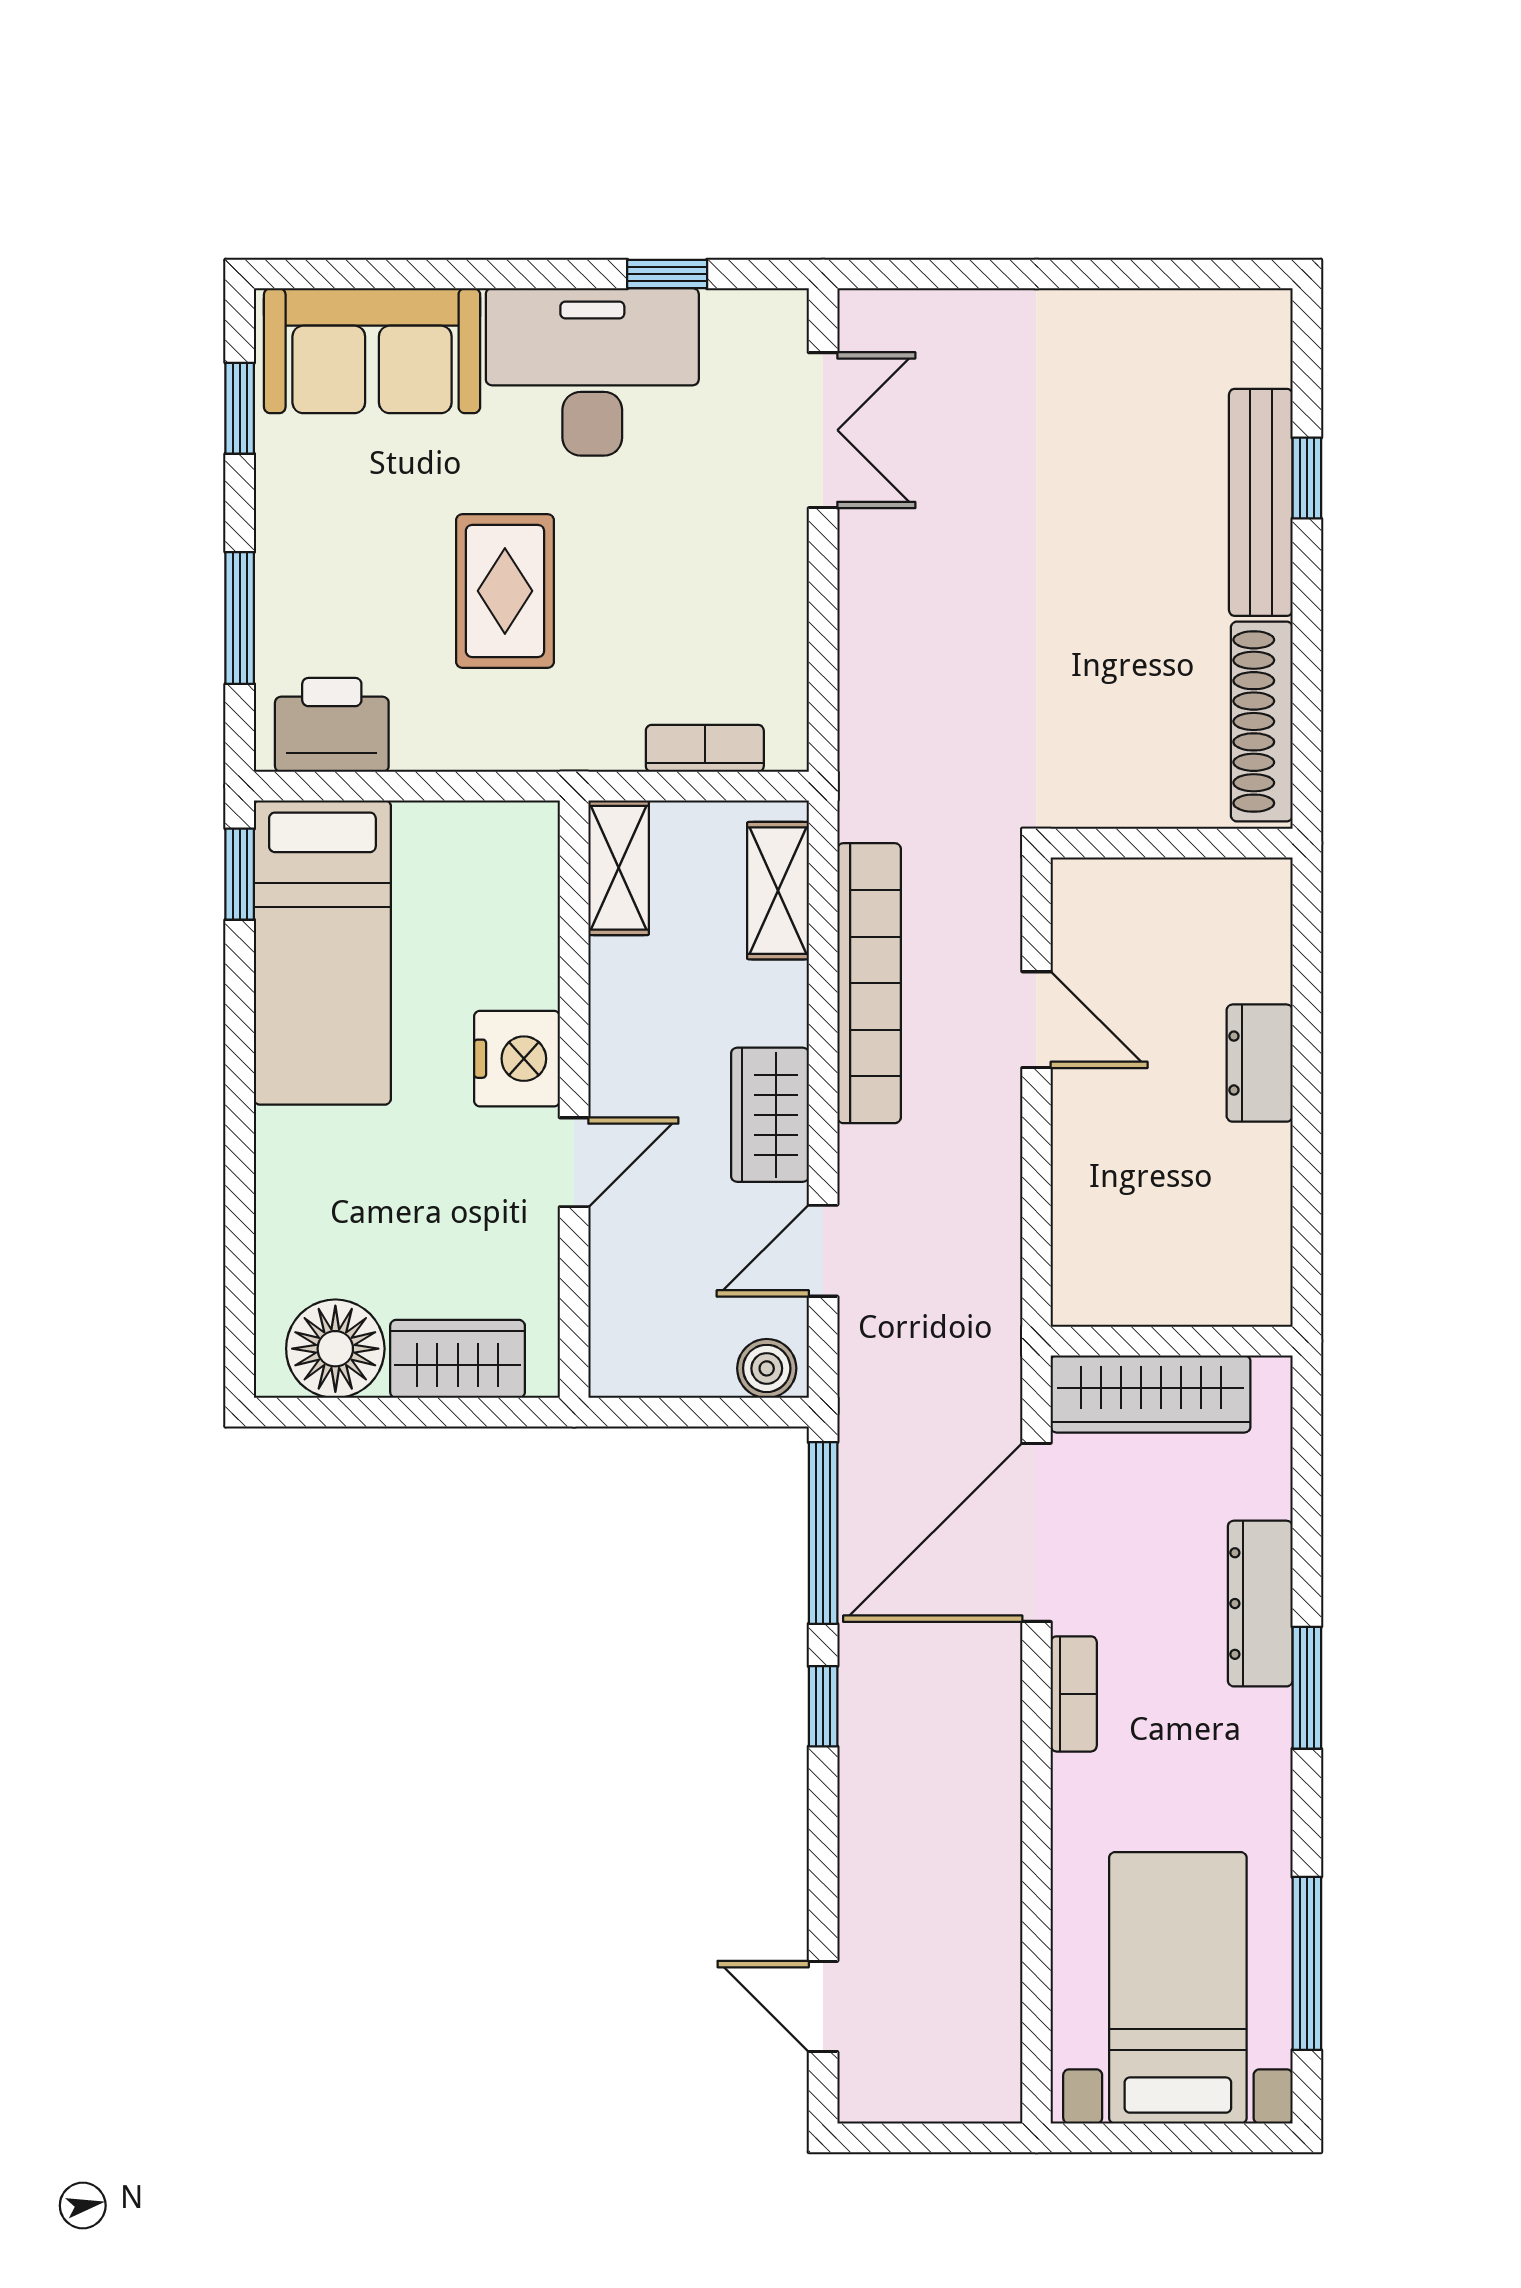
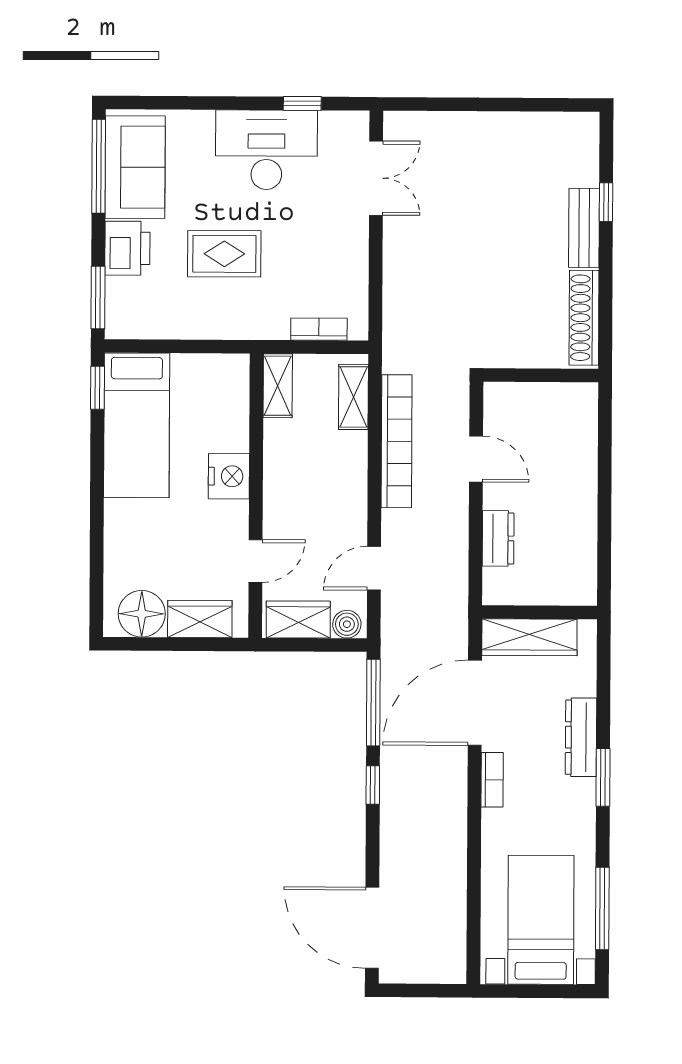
sofa: (372, 351) -> (135, 167), moved, turned -90
window: (240, 408) -> (99, 166), width x2.17
bench: (1261, 502) -> (584, 228), width x0.73
rug: (505, 591) -> (224, 254), turned 90
window: (240, 618) -> (98, 297), moved
printer: (332, 725) -> (127, 248), moved, turned 90
dresser: (1260, 1063) -> (498, 538), moved, turned 180
wardrobe: (770, 1115) -> (298, 619), moved, turned 90
door: (574, 1162) -> (256, 561), moved
door: (823, 2006) -> (372, 928), width x1.88

